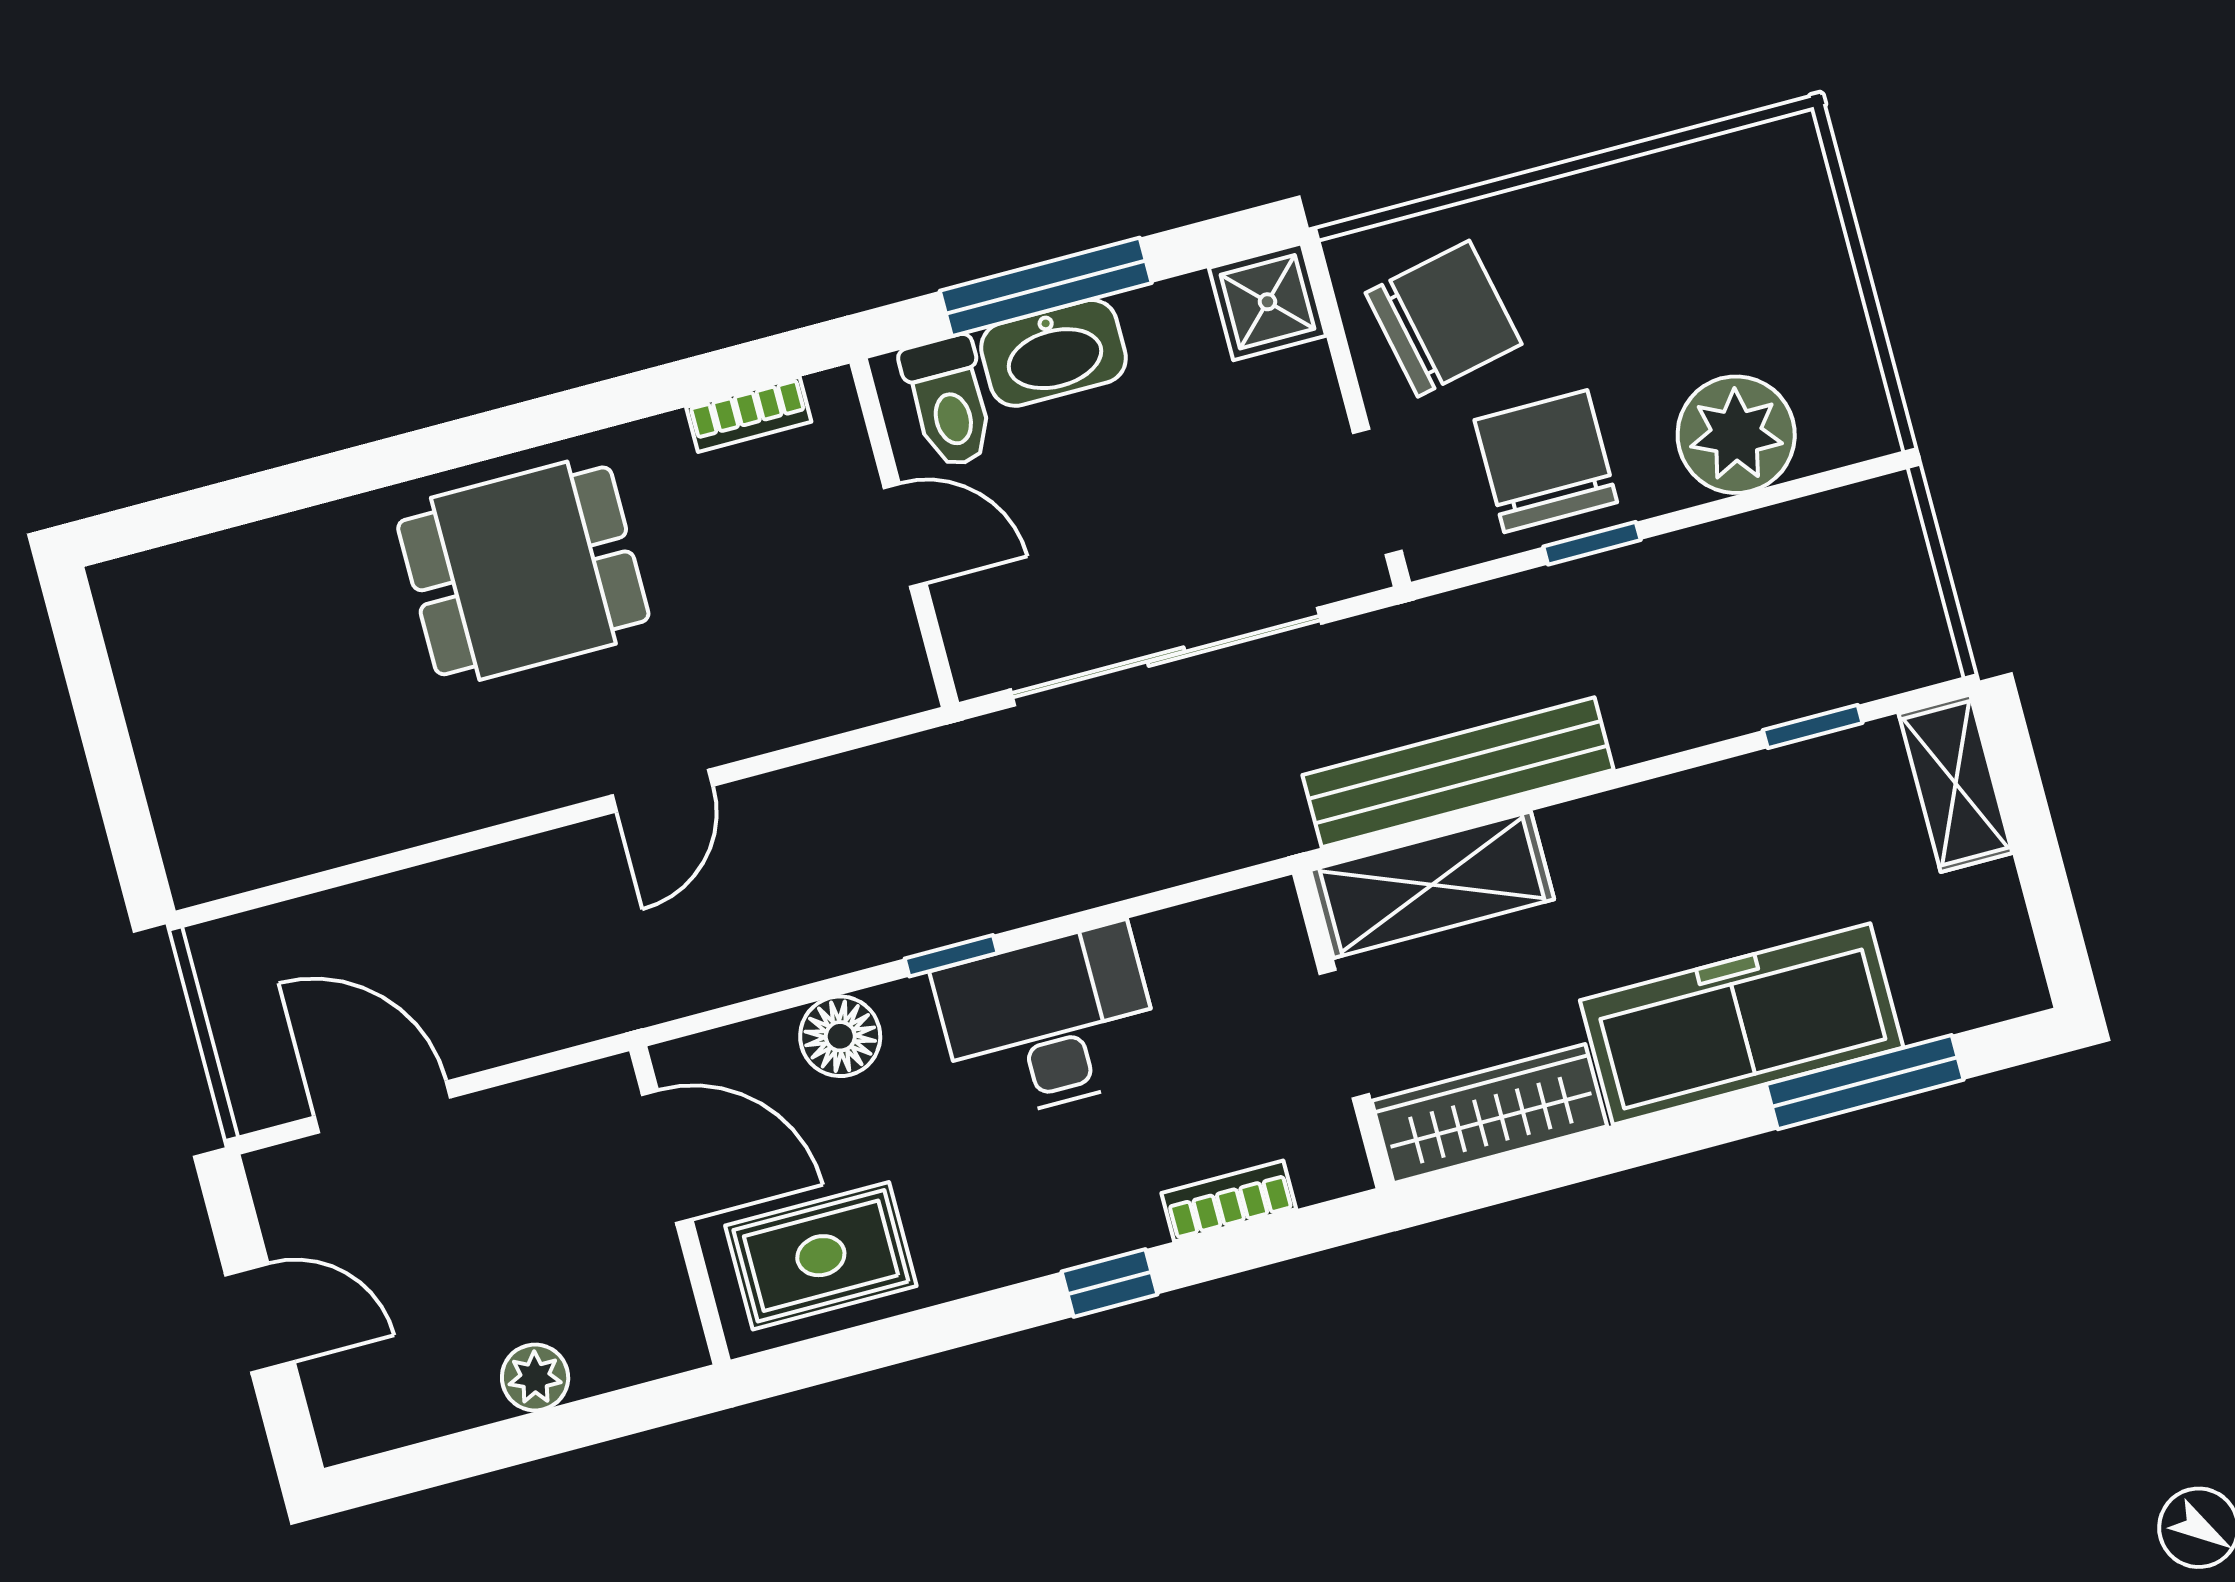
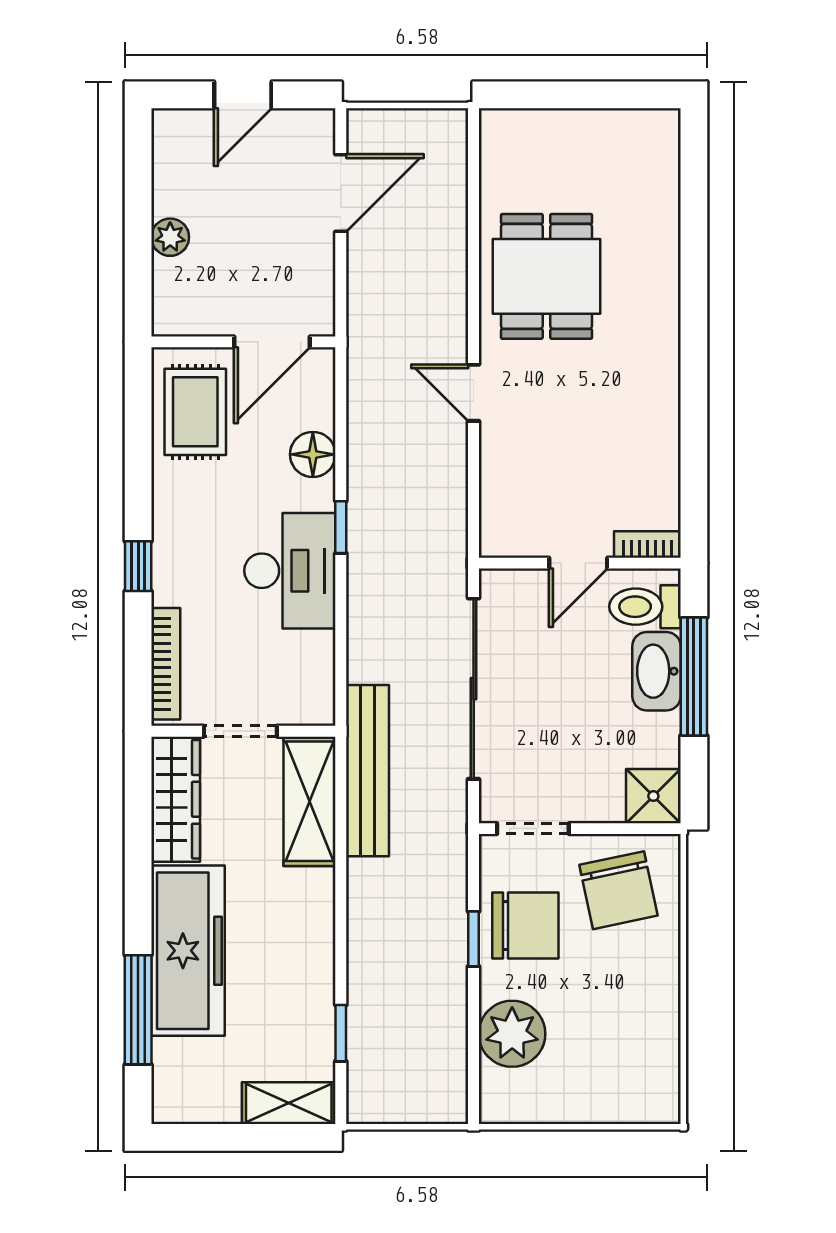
bookcase: (749, 414) -> (647, 544), moved, turned 90
dining table: (523, 571) -> (547, 276), moved
bench: (1458, 772) -> (367, 771), moved
bookcase: (1229, 1201) -> (166, 664), width x1.56

